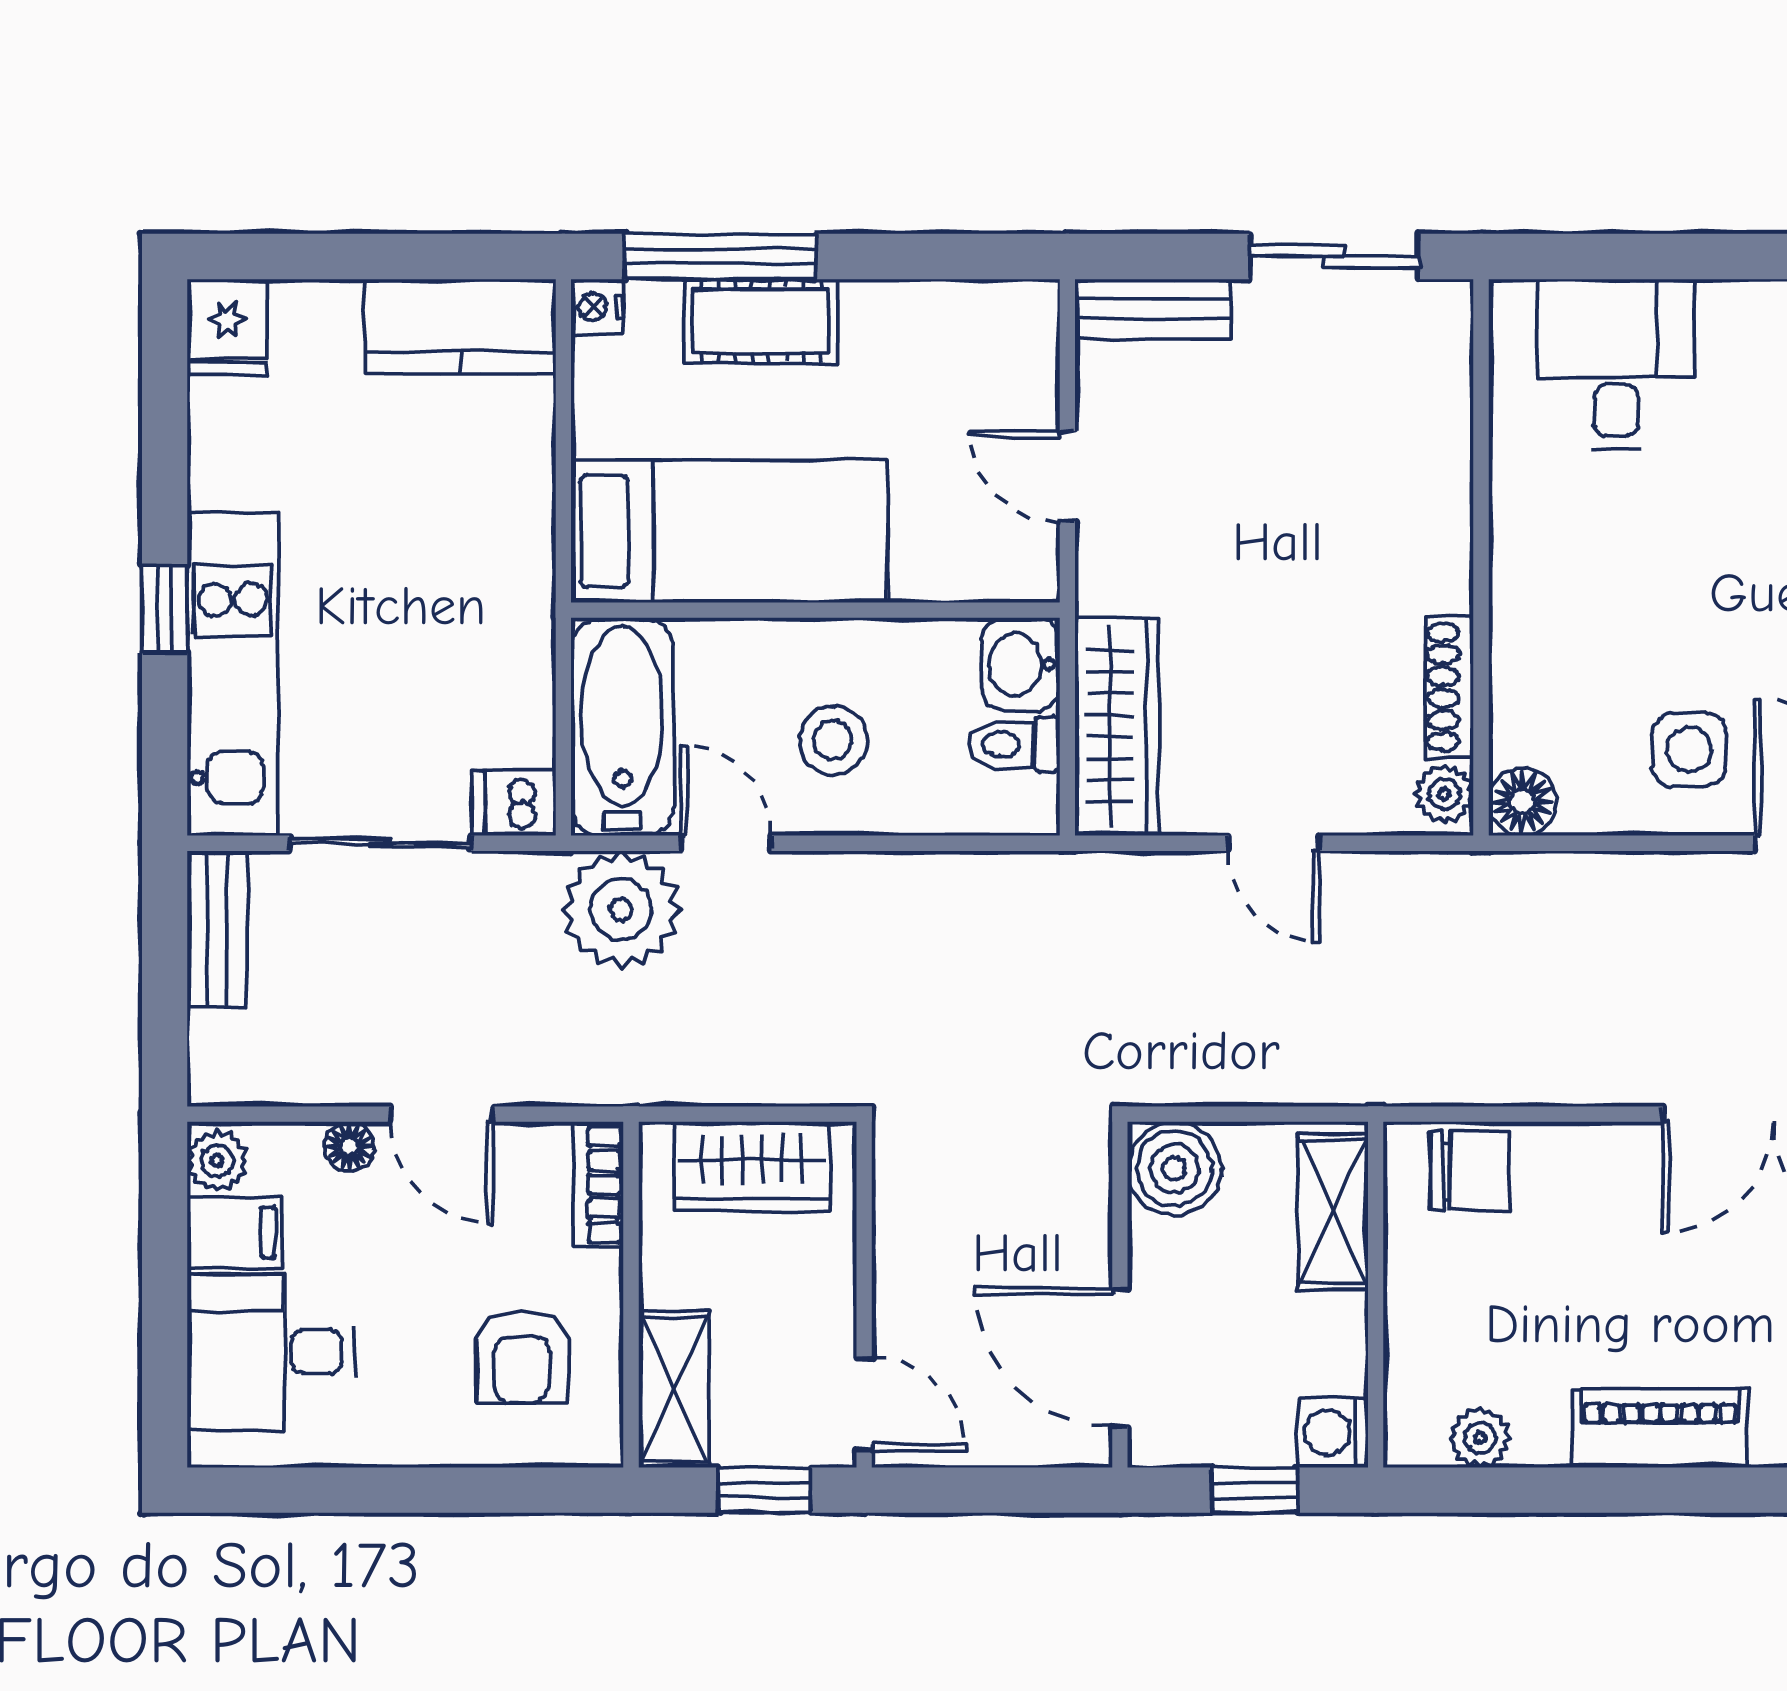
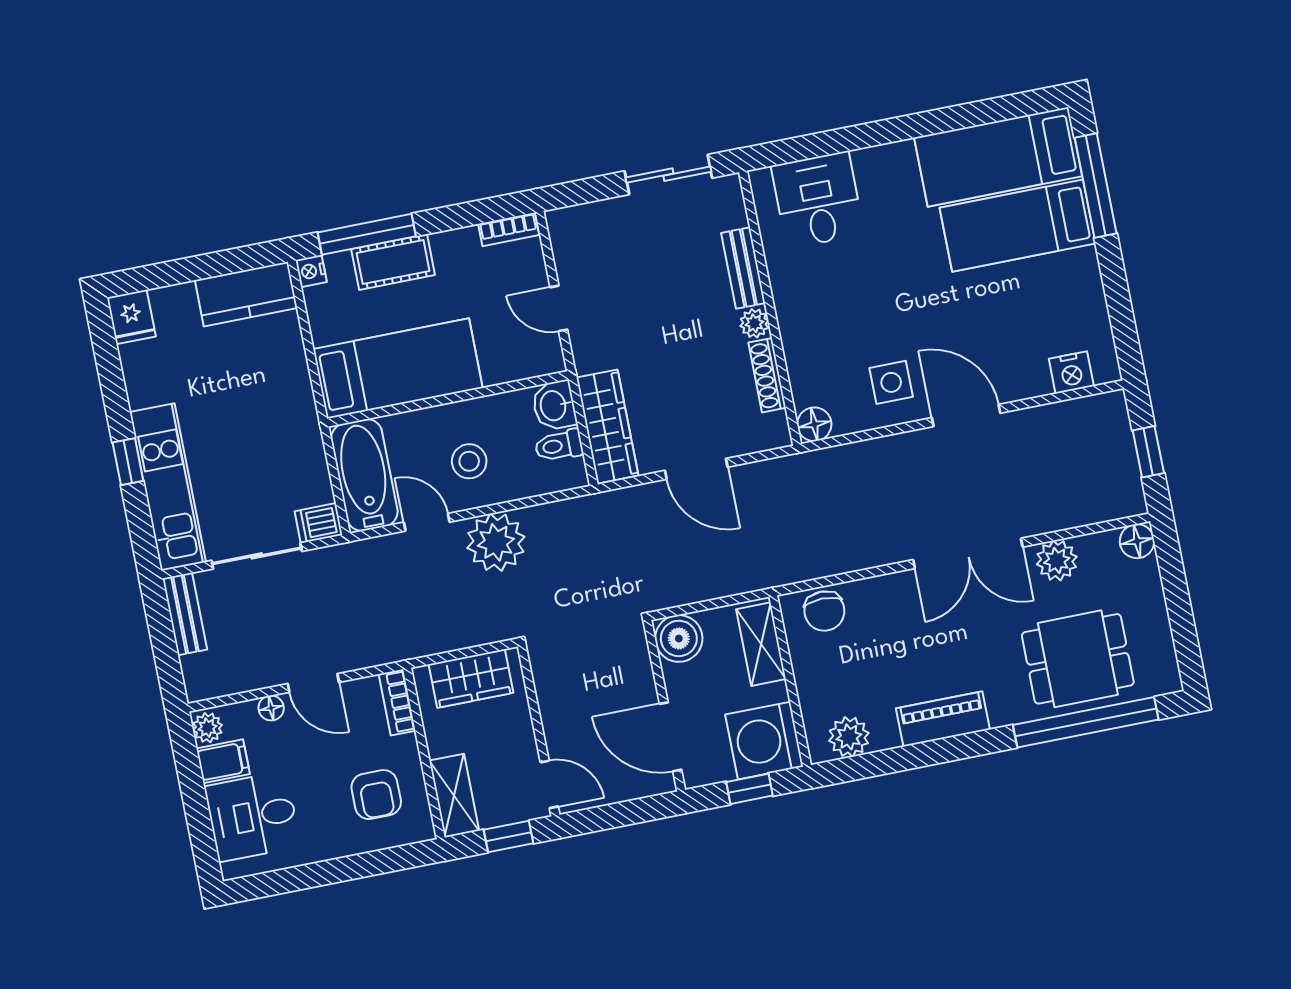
bookcase: (1000, 302) -> (509, 229), added
bench: (1152, 309) -> (743, 268), moved, turned 90
plant: (1444, 794) -> (754, 323), moved
door: (1274, 843) -> (696, 469), width x1.37
plant: (621, 909) -> (496, 542), moved
chair: (1470, 1171) -> (824, 611), turned 90
washing machine: (1333, 1433) -> (764, 741), width x1.89, depth x1.89
plant: (1480, 1438) -> (849, 737), width x1.38, depth x1.38

